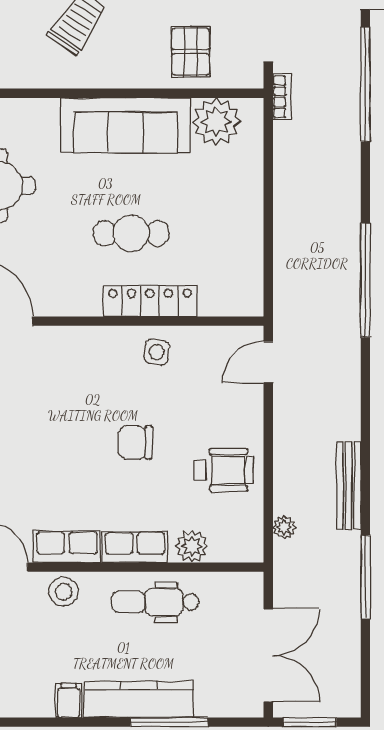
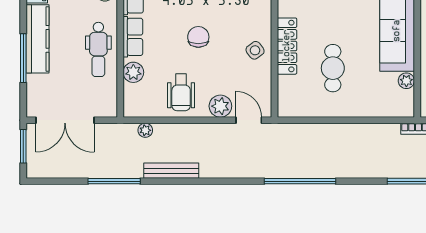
plant: (216, 122) -> (406, 81), width x0.53, depth x0.53
cafe table: (131, 233) -> (333, 68), moved
side table: (157, 352) -> (255, 50), turned 45
plant: (246, 407) -> (220, 106), added
dental chair: (155, 602) -> (98, 49), turned 180

